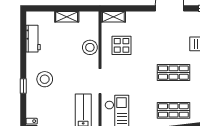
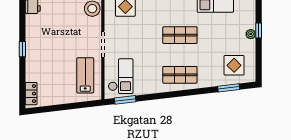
stool: (45, 79) -> (45, 42), removed

